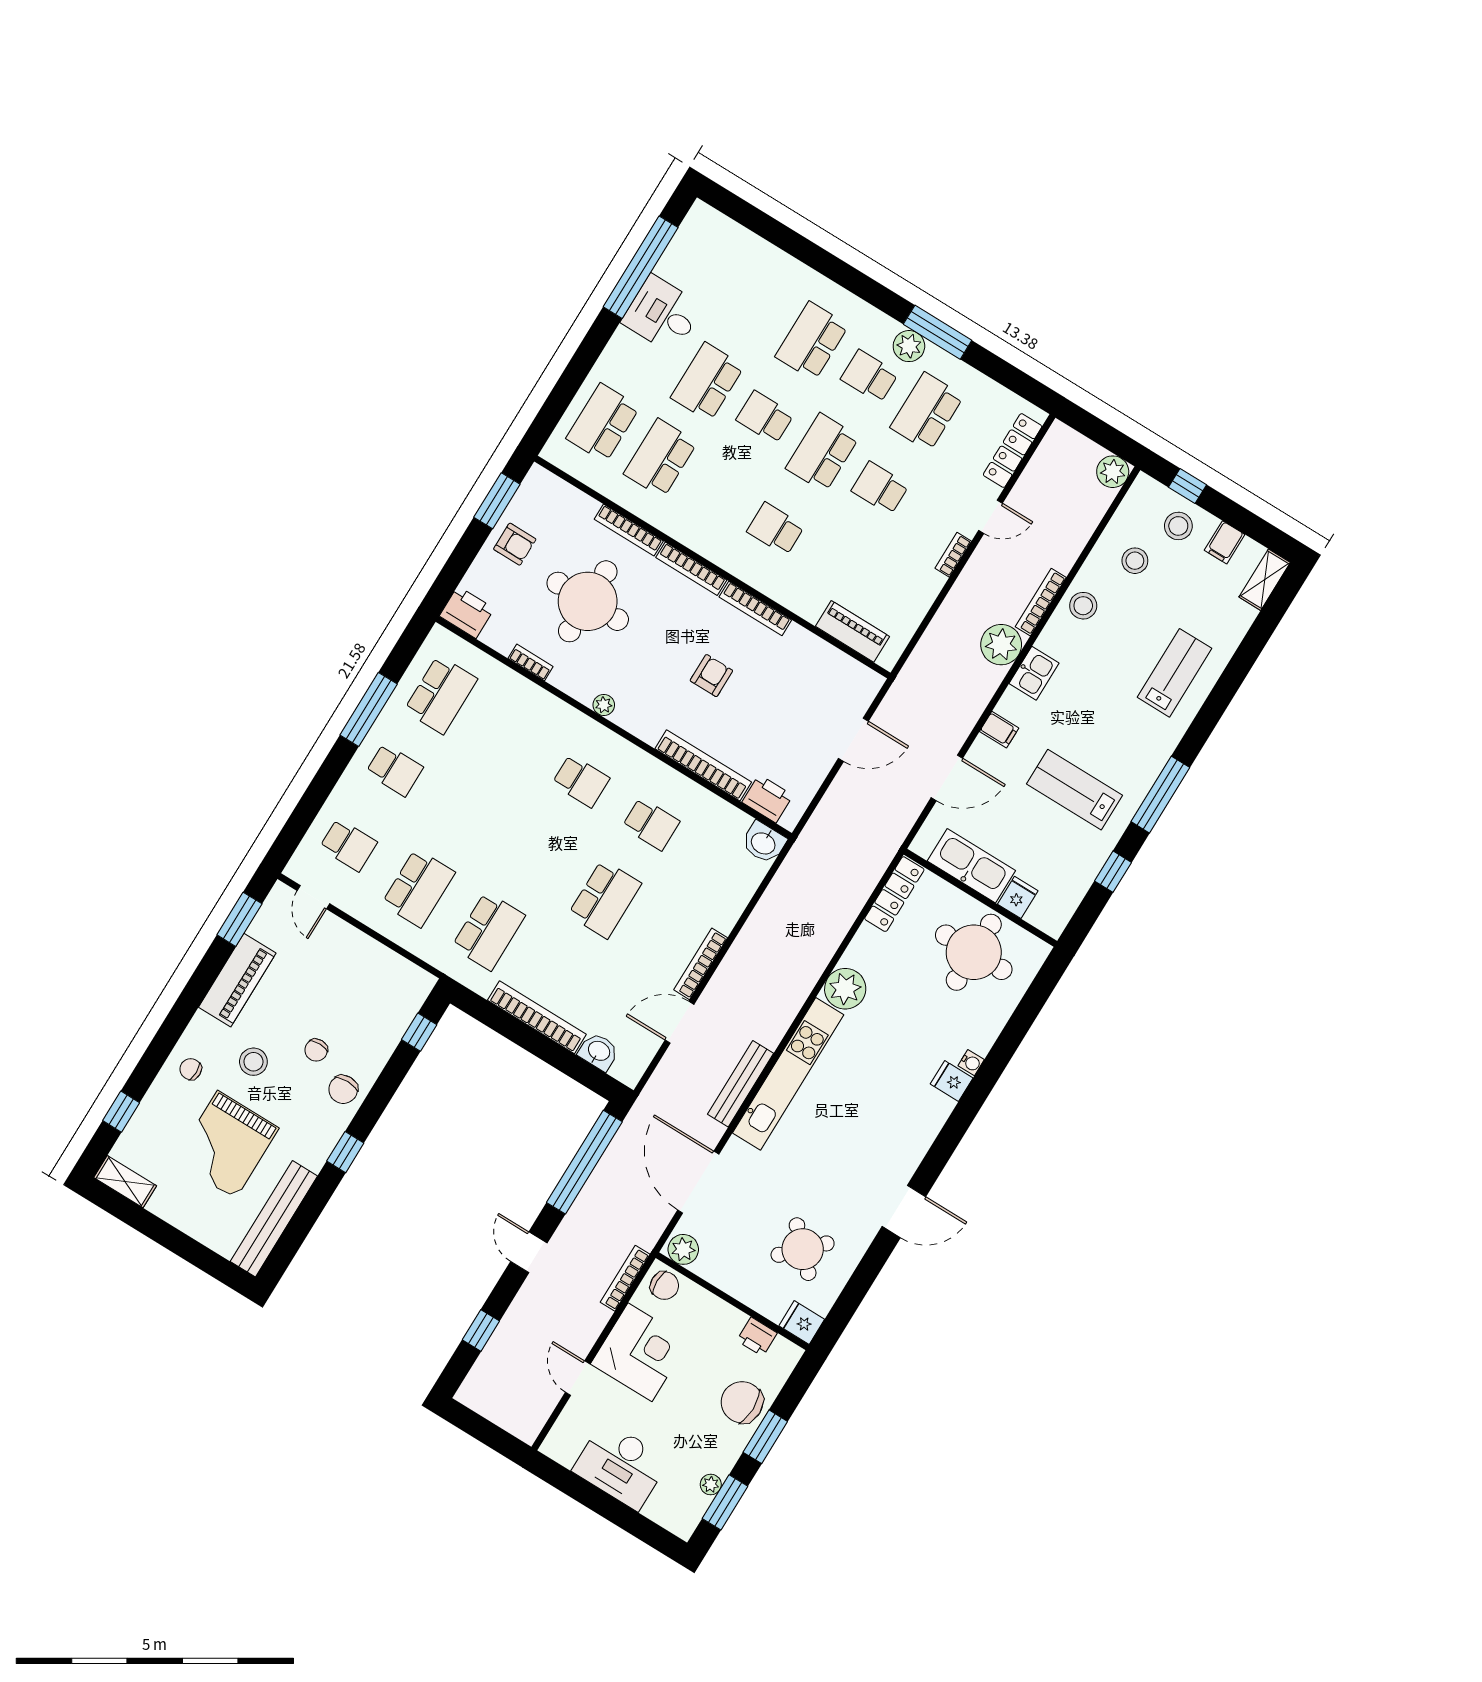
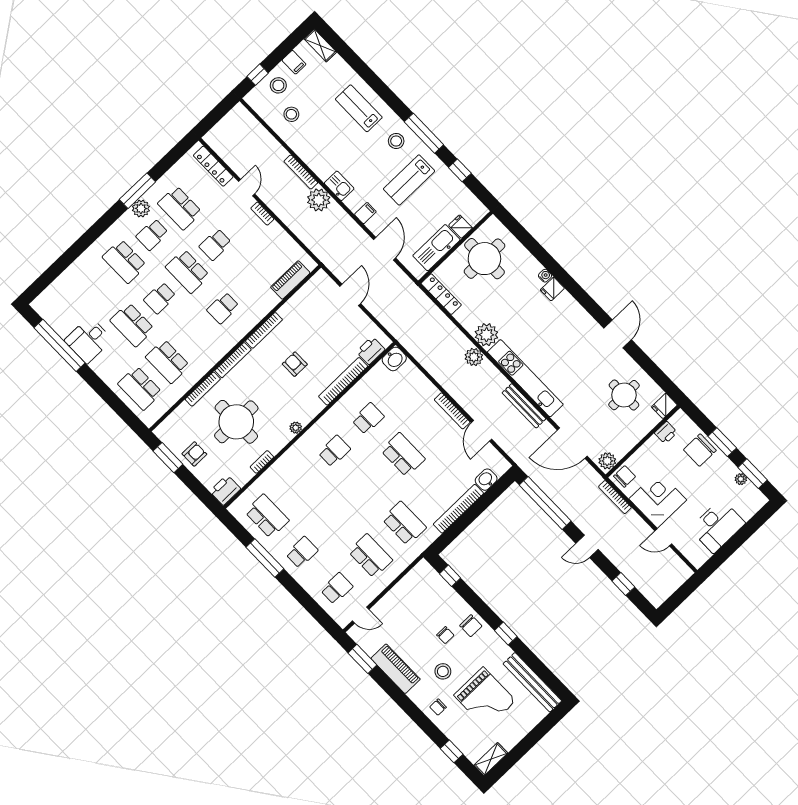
plant: (1113, 472) -> (474, 357), moved
stool: (1083, 606) -> (396, 141), moved
round table: (803, 1249) -> (624, 395), turned 45

